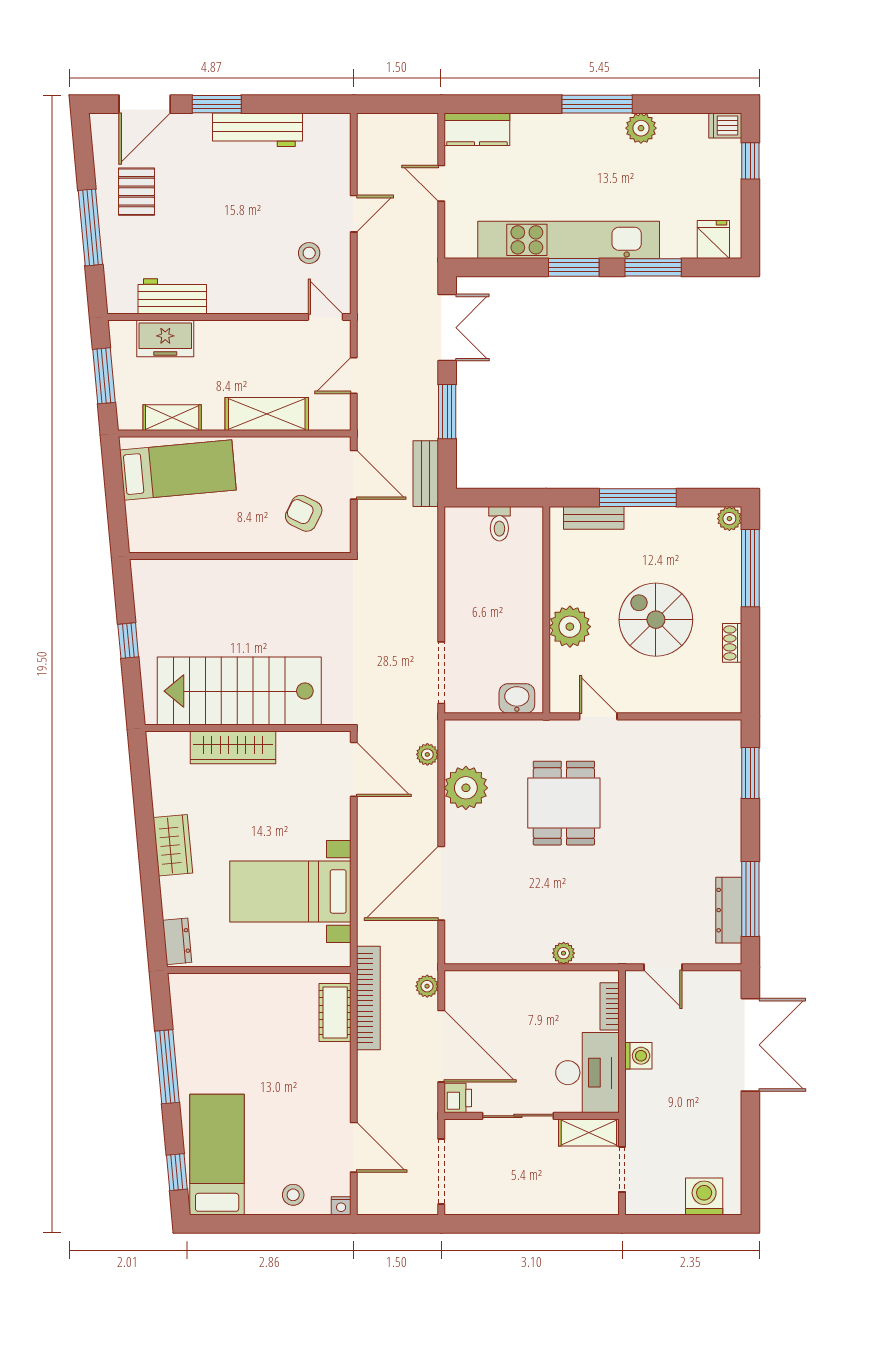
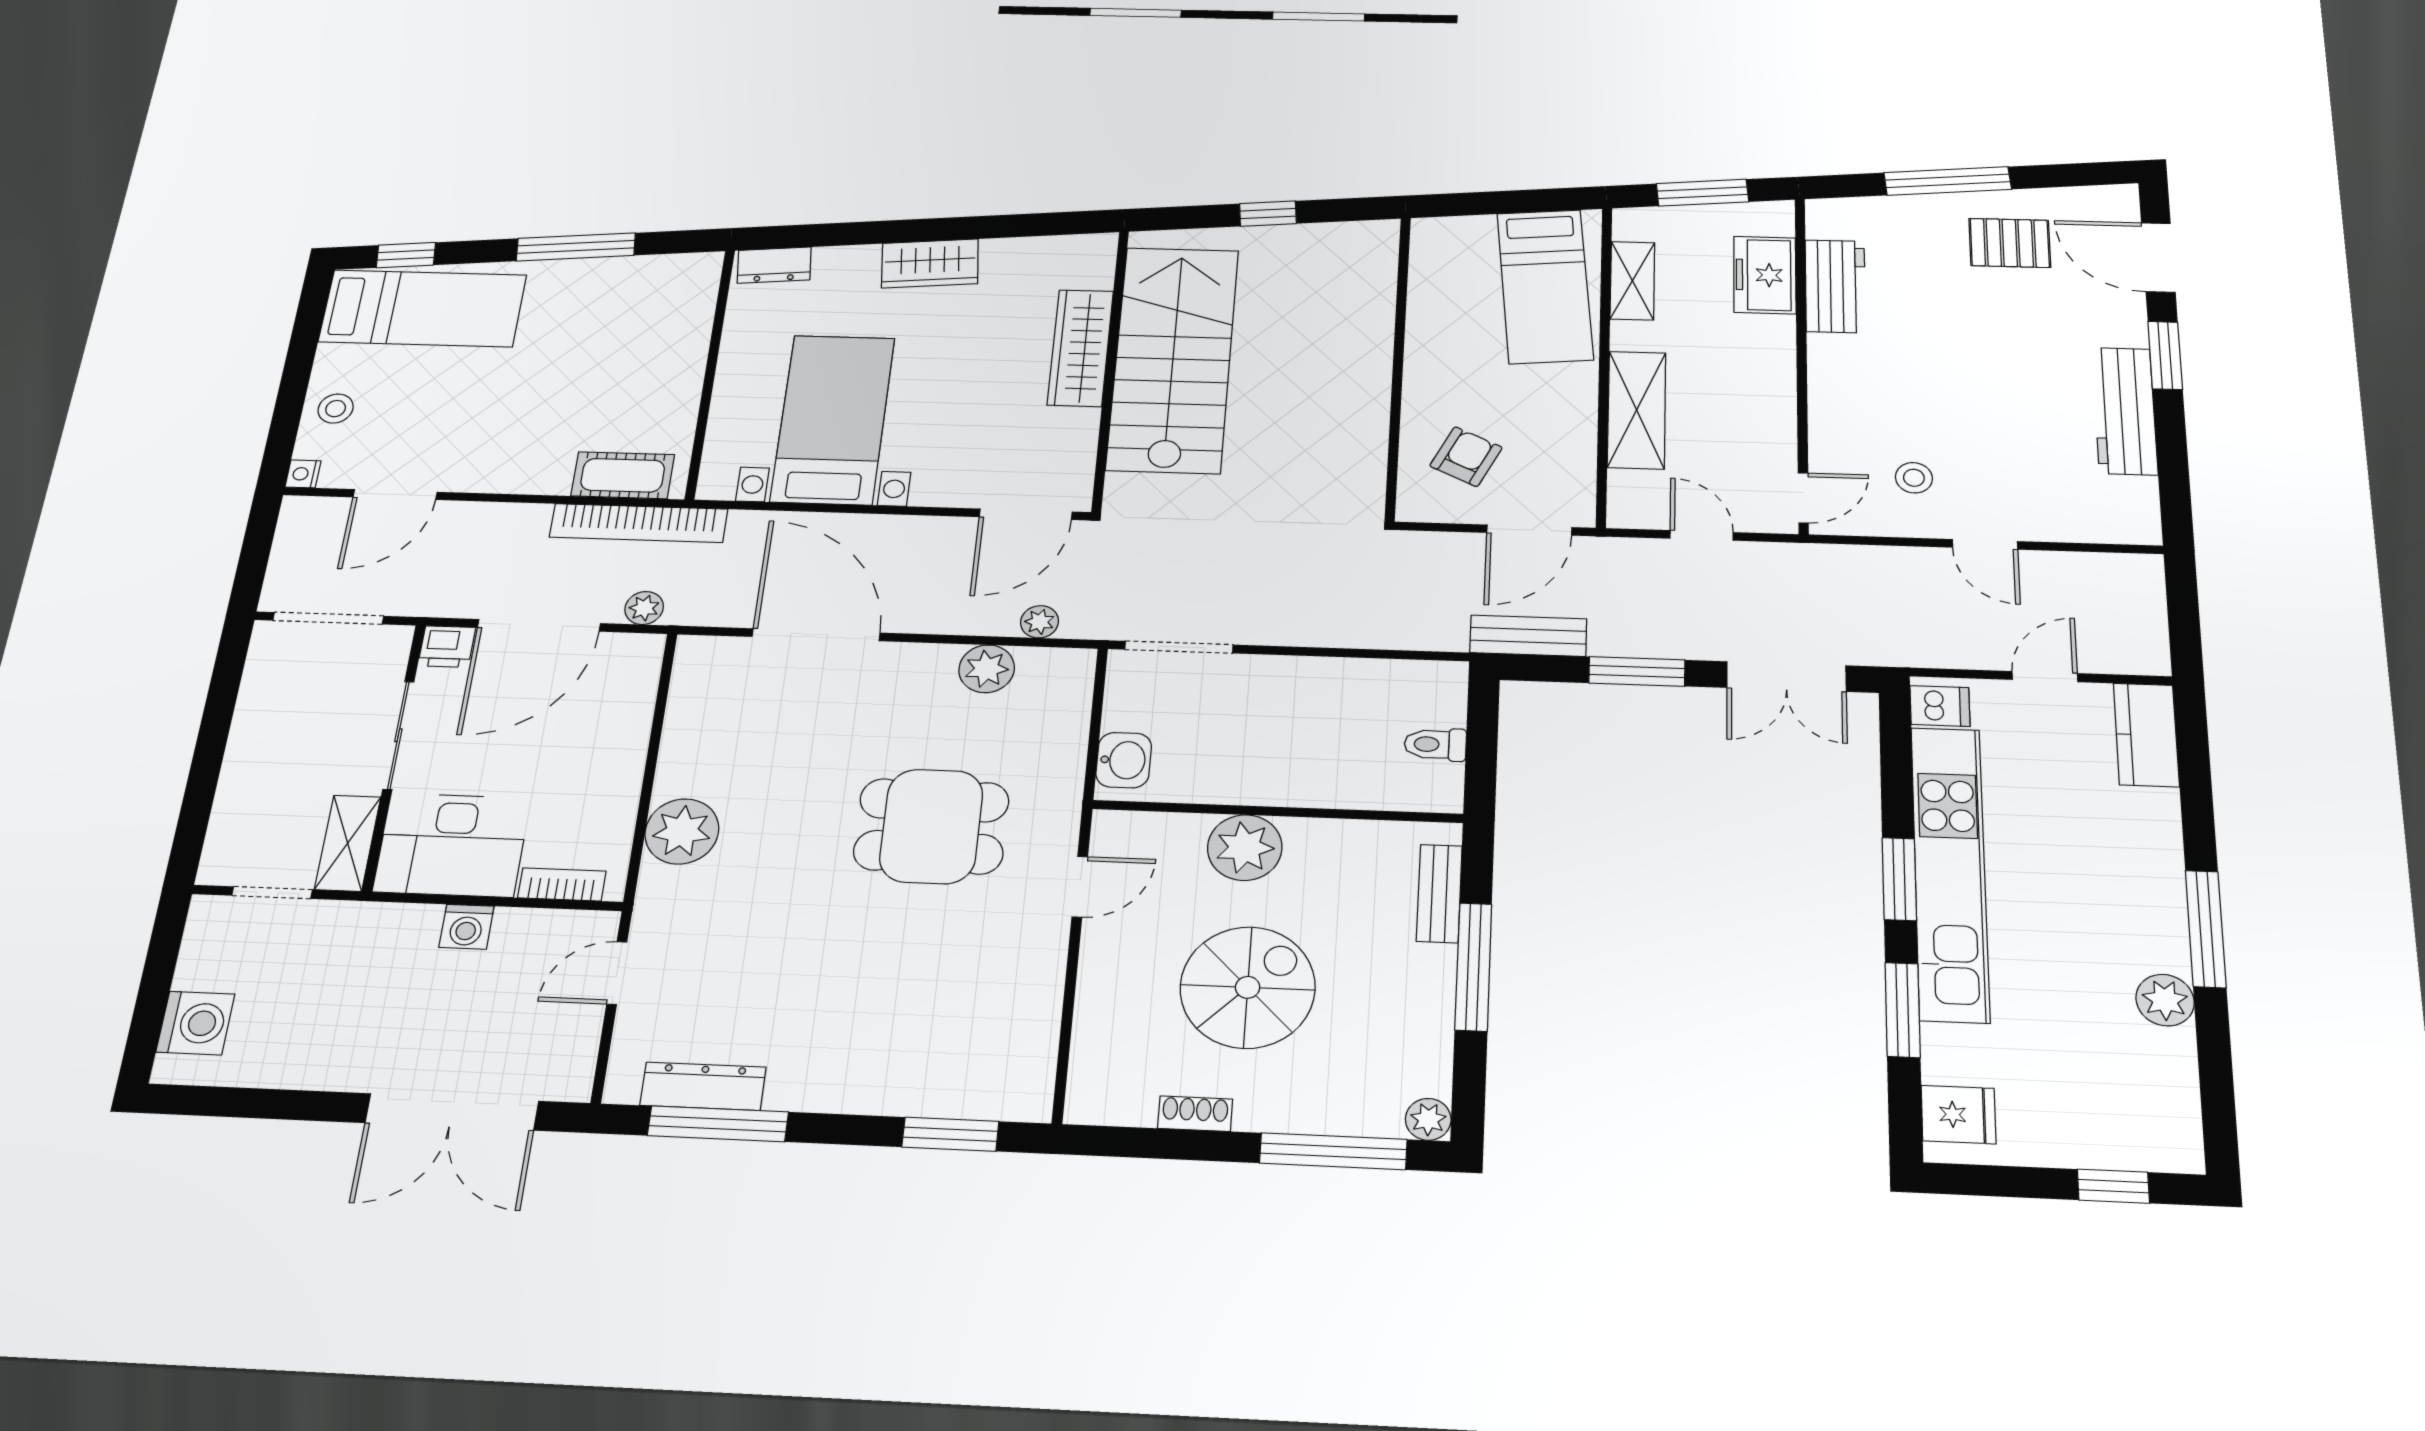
dishwasher: (725, 125) -> (1940, 706), moved, turned 90
plant: (466, 788) -> (987, 669), width x0.73, depth x0.73
plant: (564, 953) -> (682, 831), width x1.88, depth x1.88

